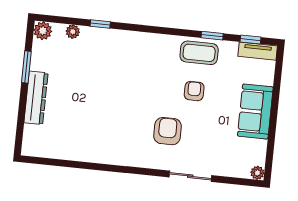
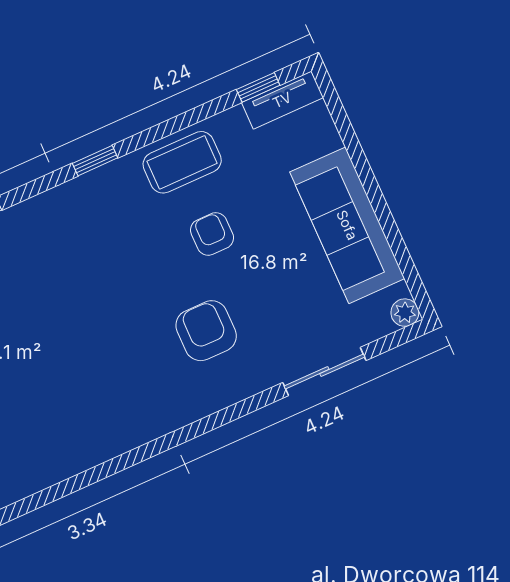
window: (212, 36) -> (95, 161), moved
sofa: (255, 111) -> (347, 225), width x1.36
sliding door: (190, 176) -> (324, 371), moved

